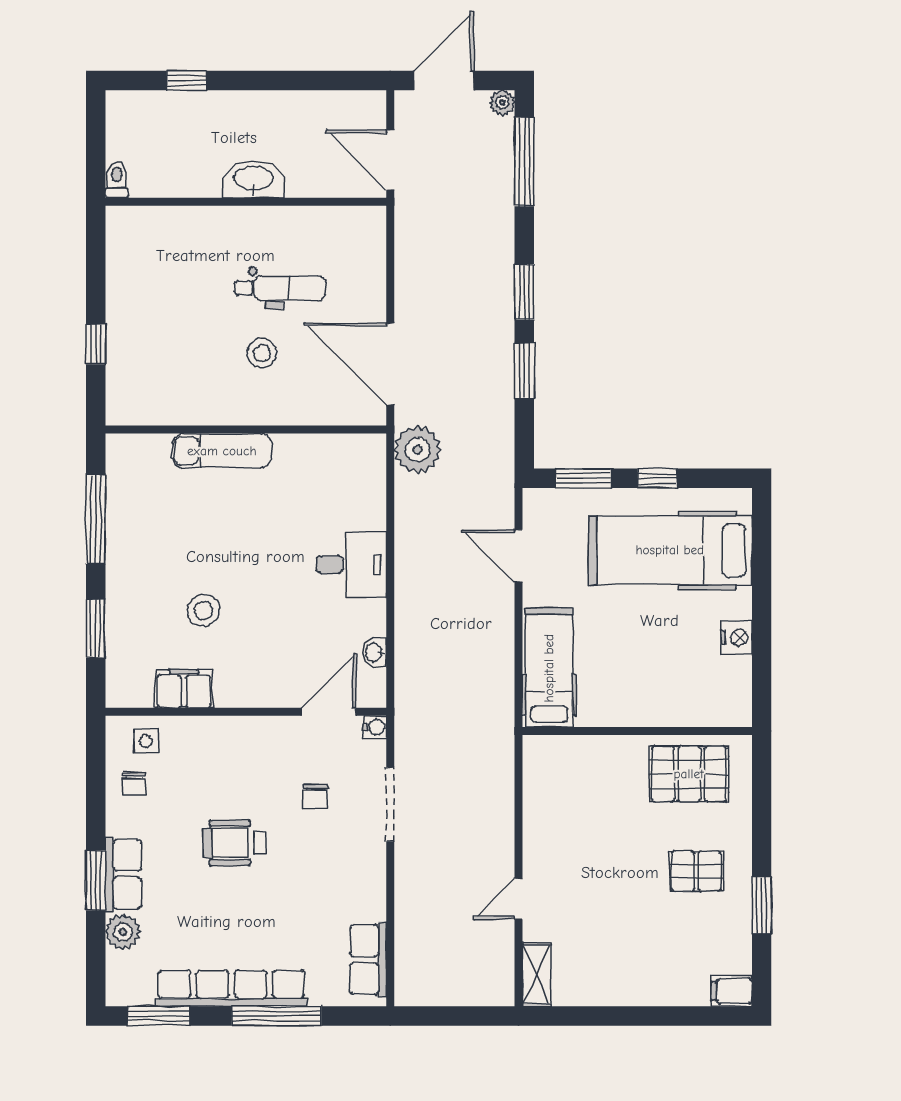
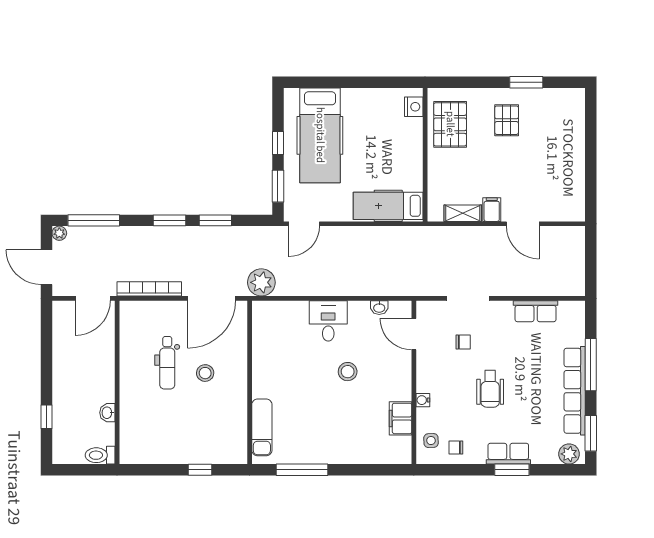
washbasin: (254, 179) -> (107, 413), moved, width x0.52, depth x0.69
toilet: (117, 180) -> (100, 455), width x1.37, depth x1.39
bookcase: (407, 257) -> (149, 289), added
dental chair: (280, 288) -> (167, 363), turned 180
exam couch: (222, 451) -> (262, 427), moved
door: (518, 556) -> (304, 224), moved
stool: (203, 610) -> (348, 372), moved
window: (96, 628) -> (365, 470), removed
nightstand: (736, 638) -> (414, 107), moved, turned 90
water cooler: (375, 727) -> (423, 400), moved, turned -90
chair: (134, 784) -> (456, 447), turned 180
door: (518, 899) -> (523, 224), width x1.38
plant: (123, 932) -> (569, 454), moved
row of seats: (368, 960) -> (536, 311), moved
shelving: (537, 974) -> (463, 213), moved
filing cabinet: (732, 991) -> (492, 210), moved, turned 180

